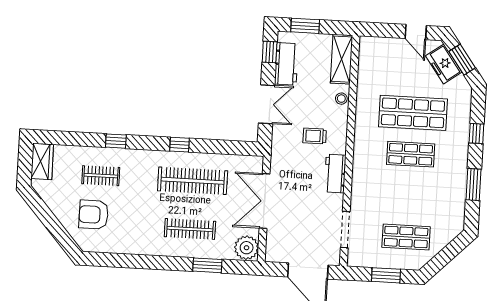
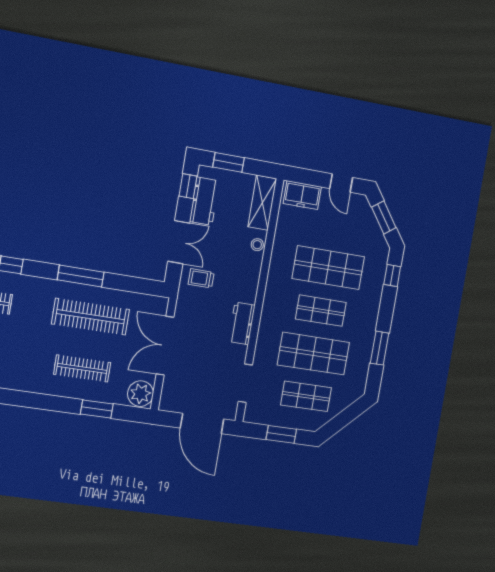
freezer: (444, 64) -> (302, 195), moved, turned -54
window: (476, 133) -> (392, 276), moved
trolley: (315, 136) -> (201, 278), moved
window: (180, 145) -> (81, 276), width x2.17
shop shelf: (408, 196) -> (313, 354), added

